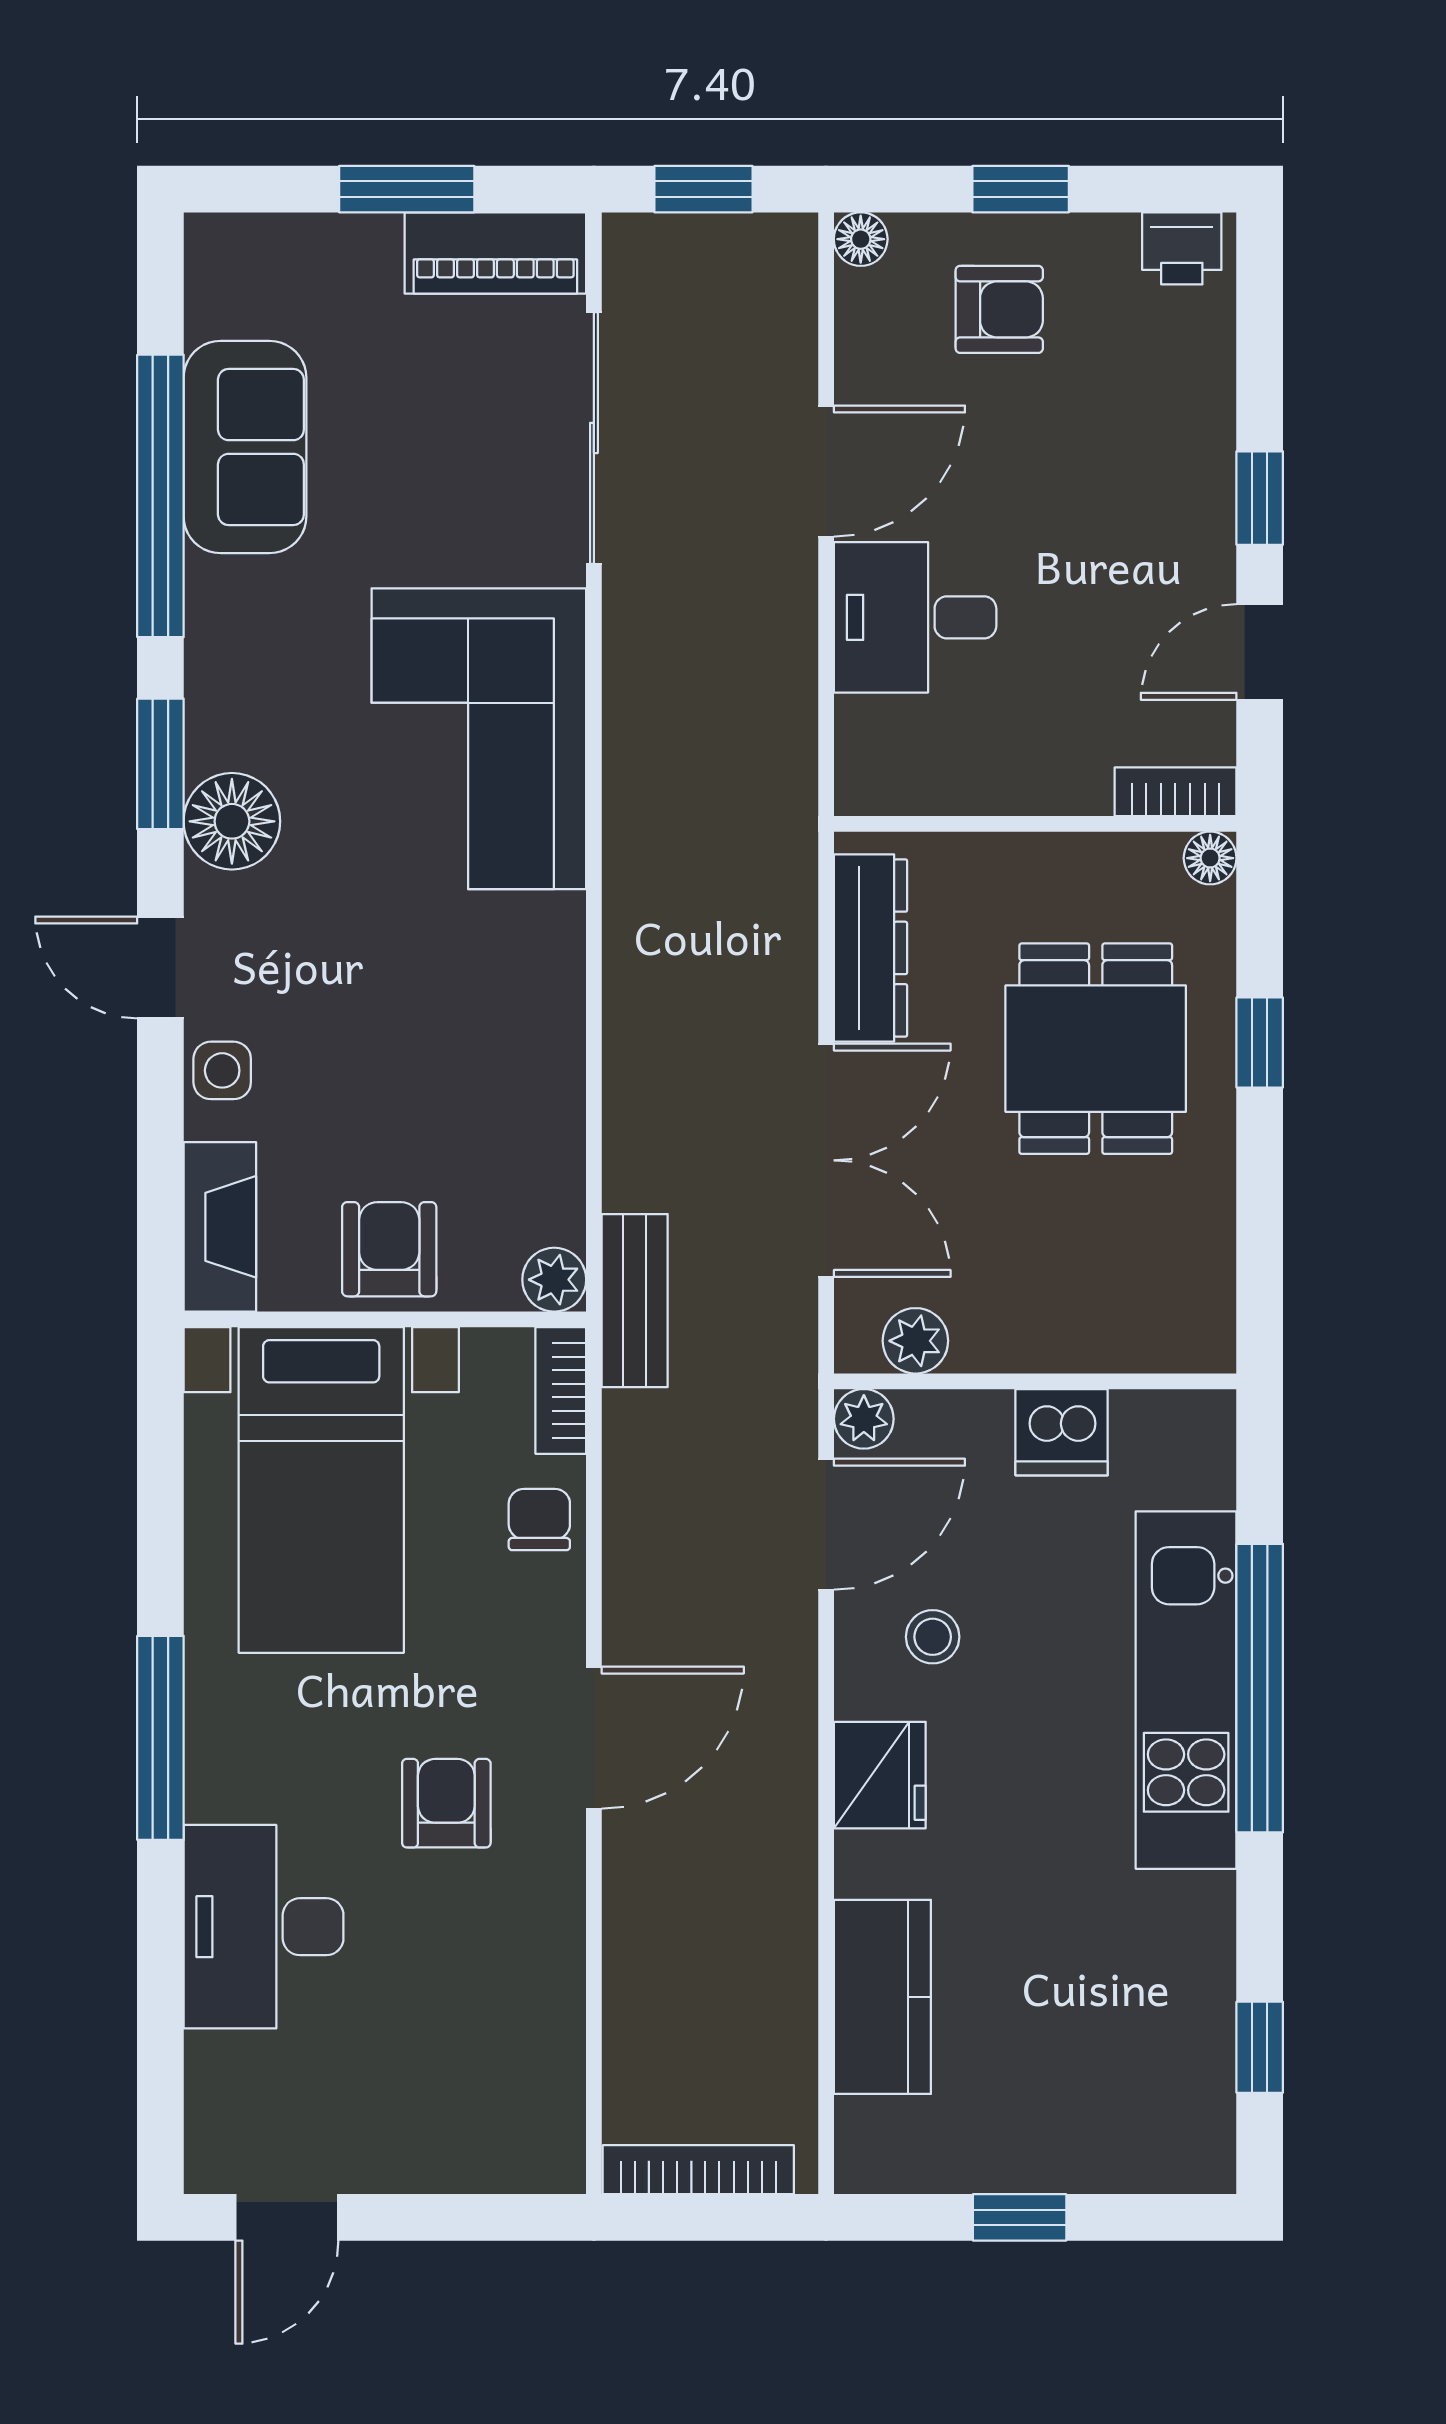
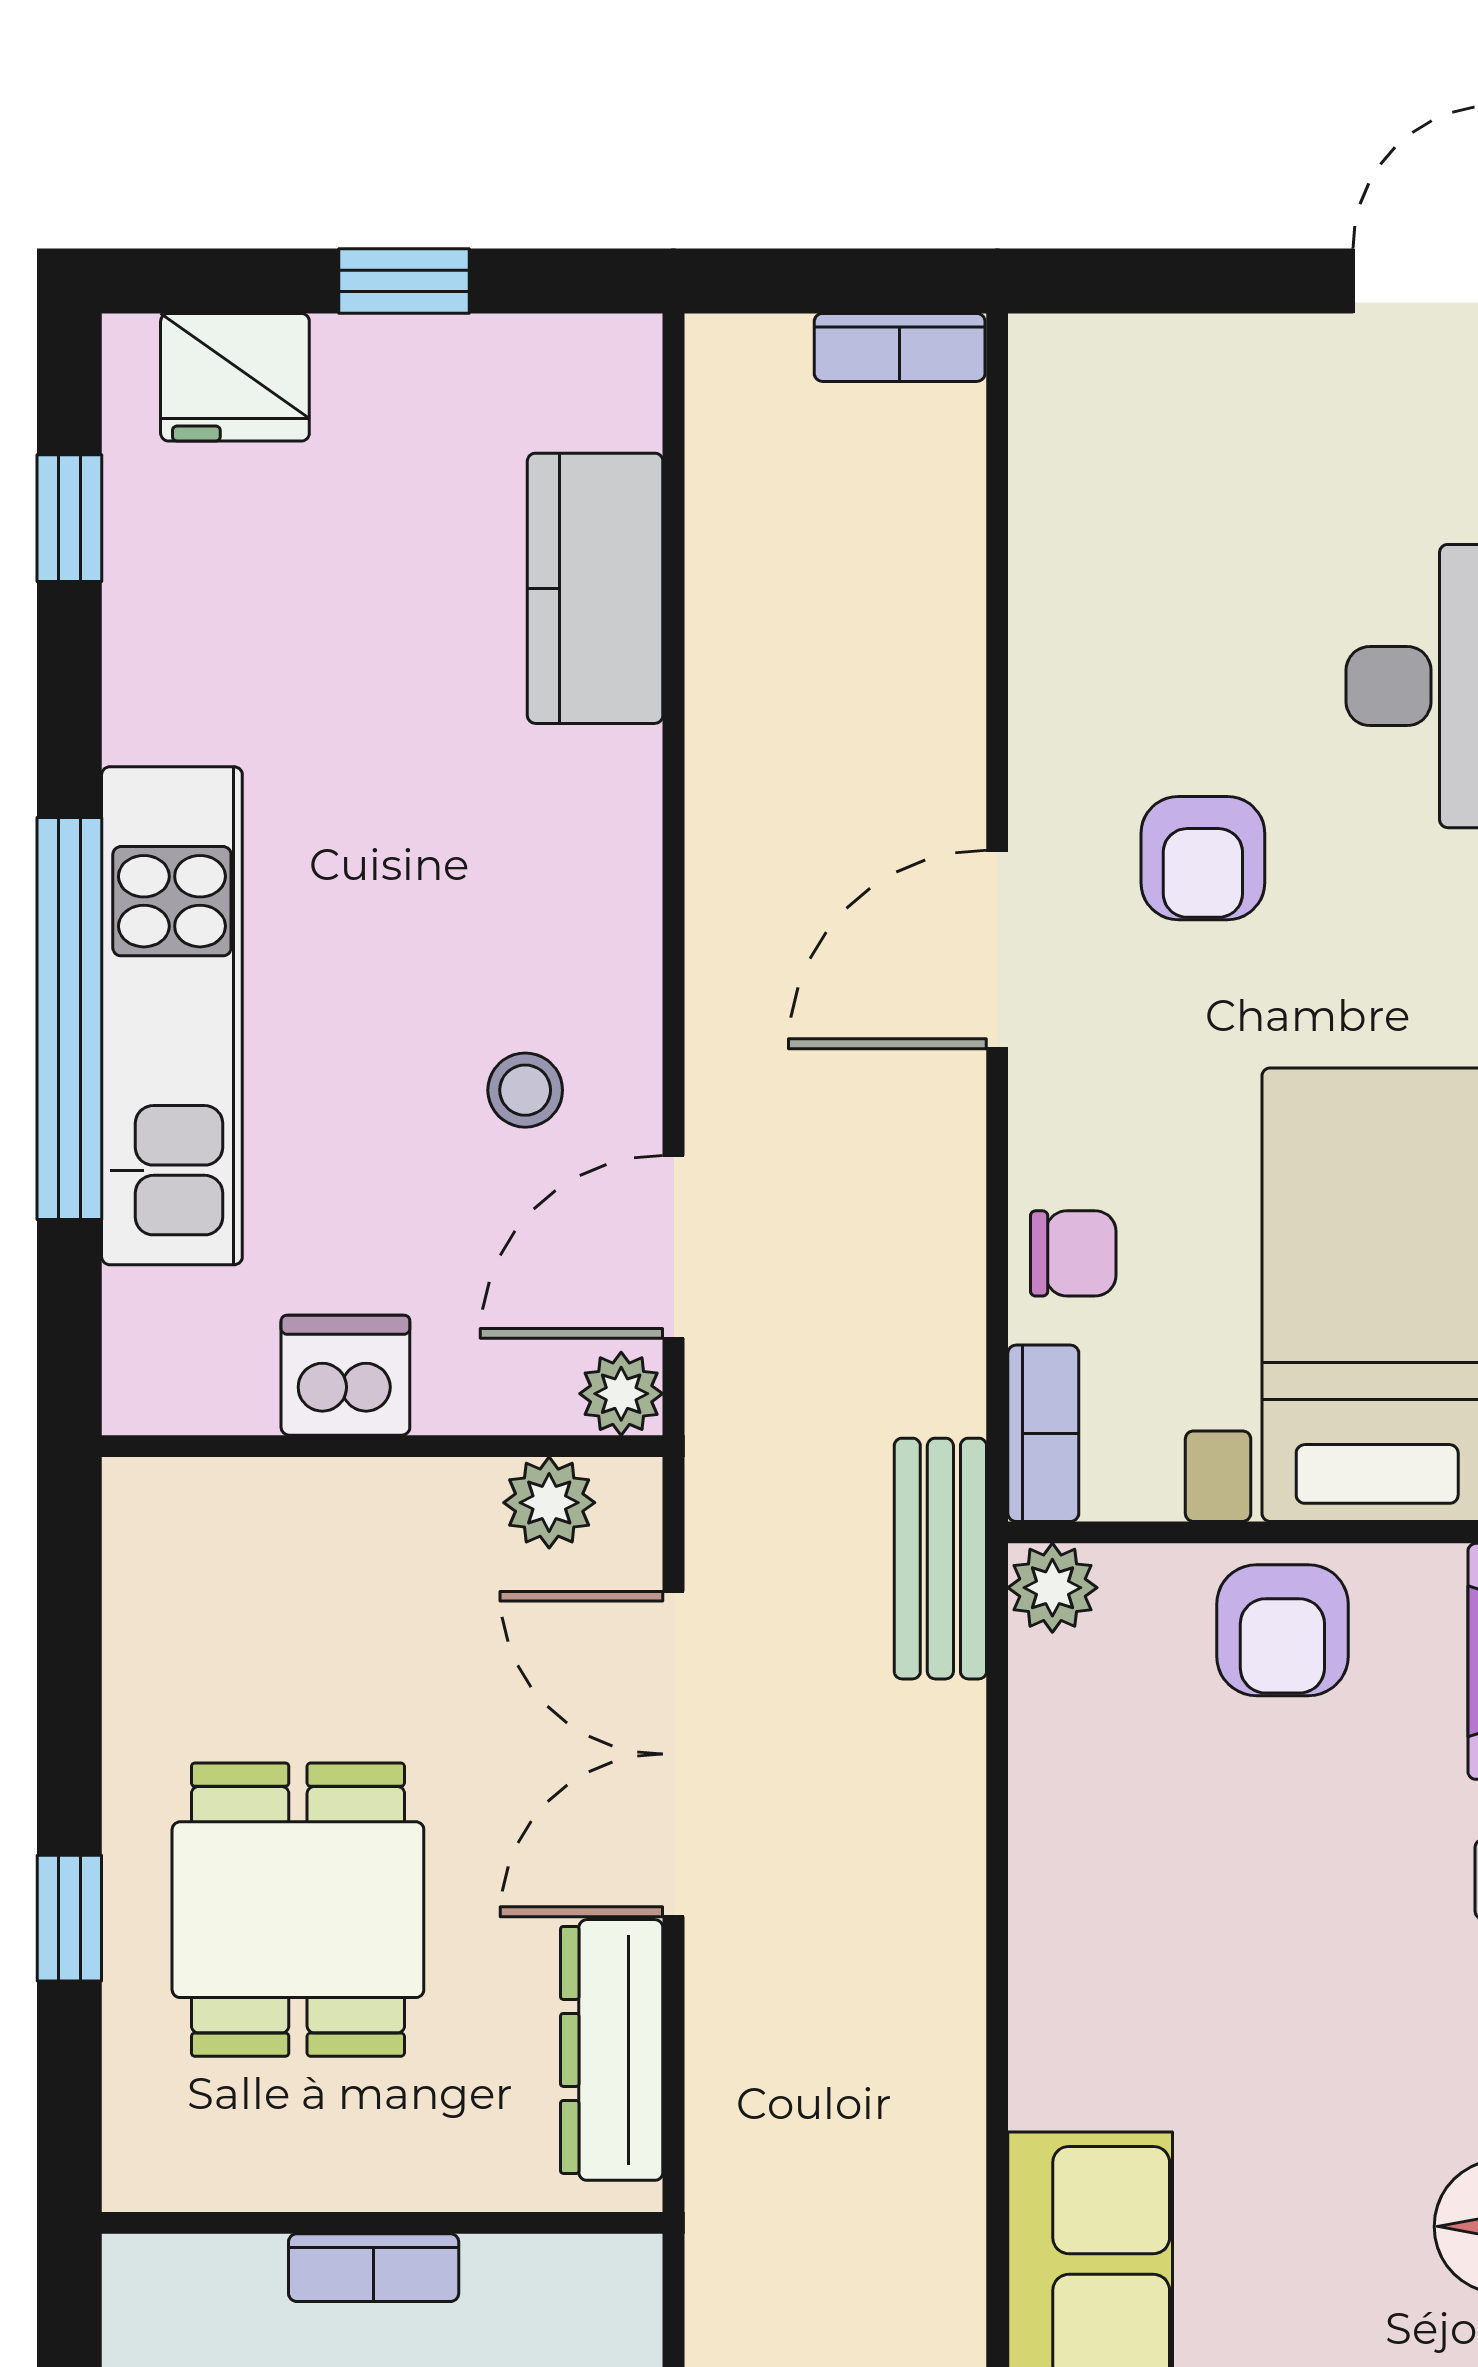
bookcase: (1175, 792) -> (374, 2268), moved
floor lamp: (1210, 858) -> (138, 2175), removed
chair: (539, 1520) -> (1073, 1253), turned -90
fridge: (880, 1775) -> (235, 377), moved, turned -90
bookcase: (698, 2170) -> (900, 347), width x0.64

